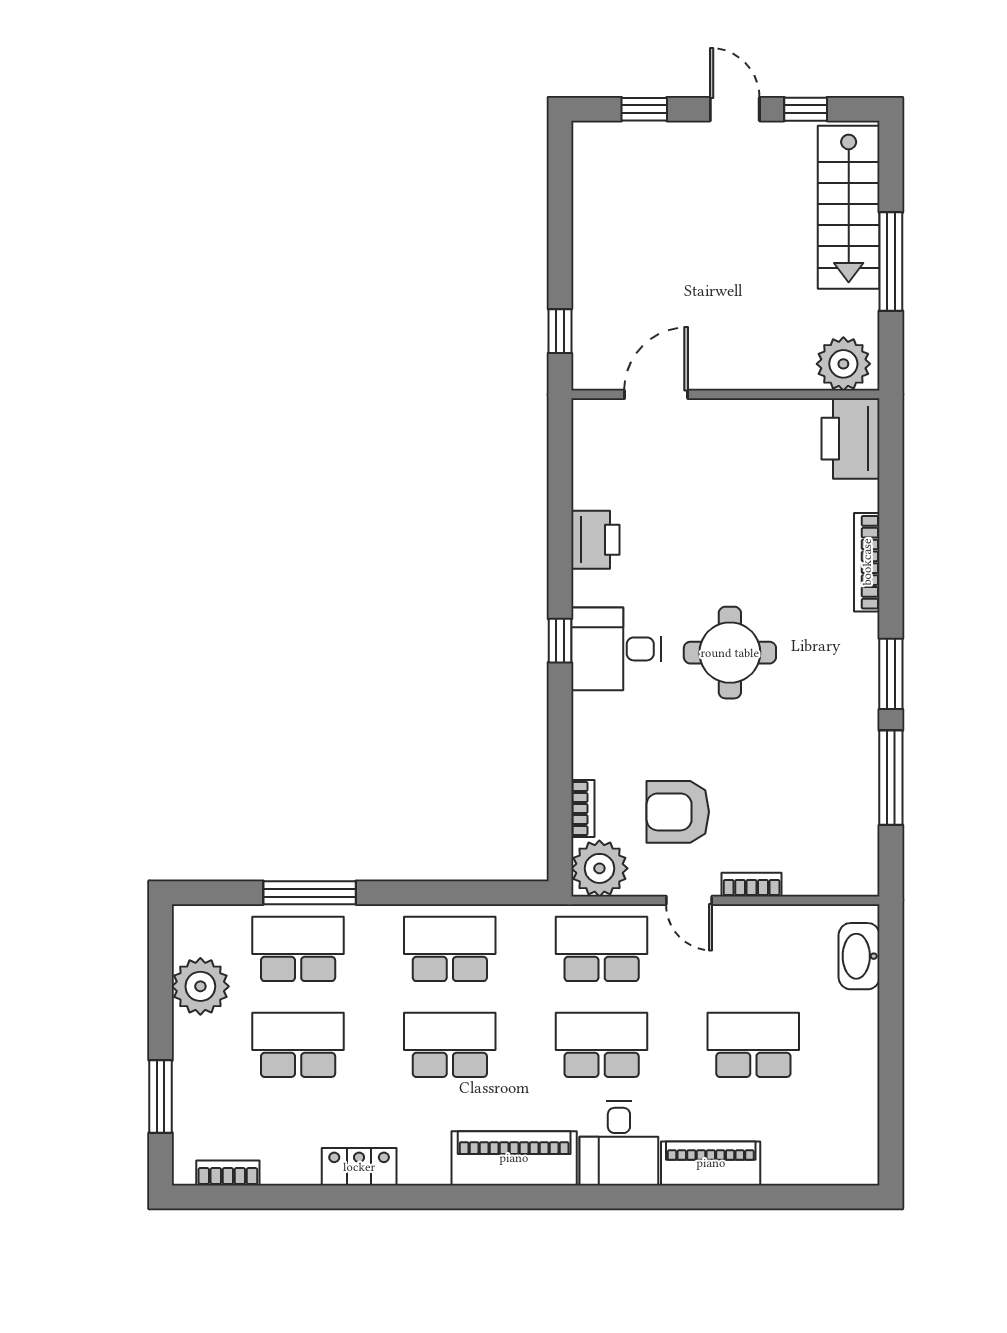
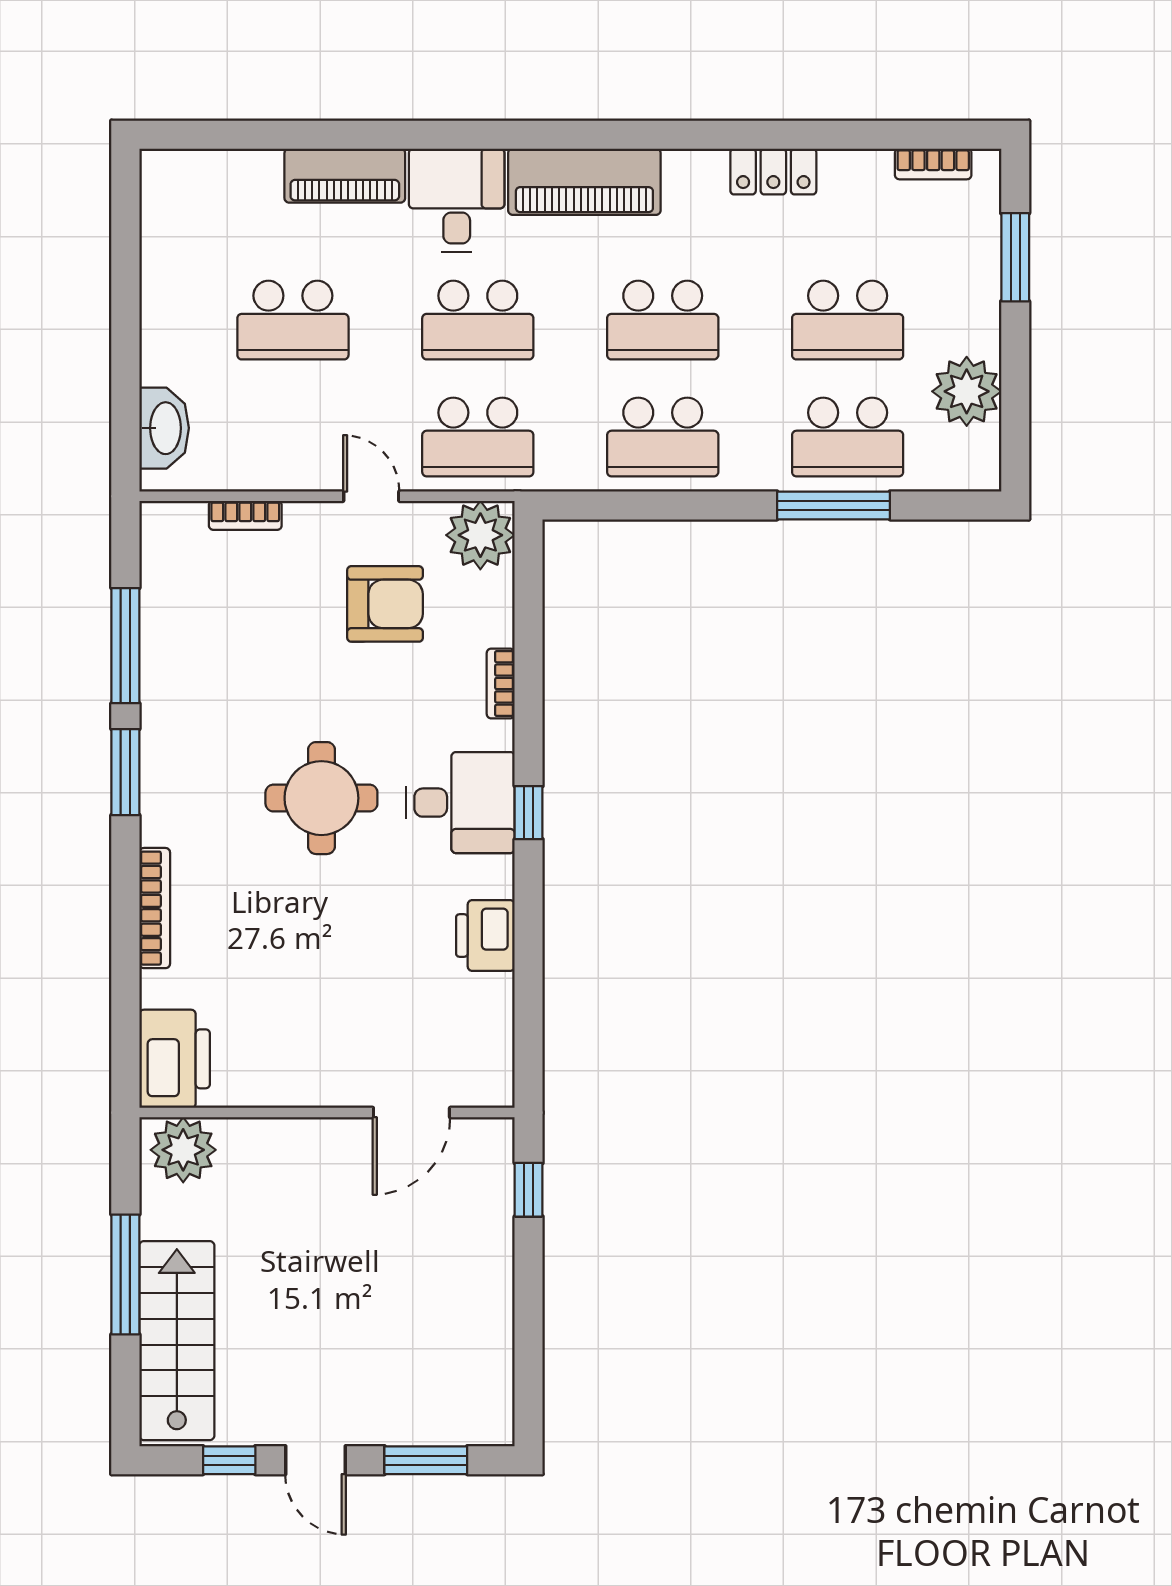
window: (644, 109) -> (426, 1460), width x1.50
bookcase: (583, 809) -> (501, 684), moved
bookcase: (752, 885) -> (245, 515), moved

